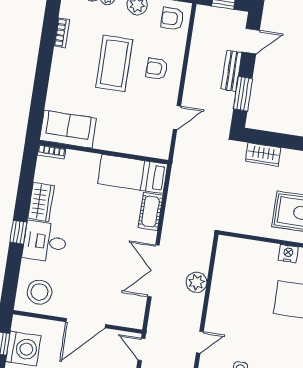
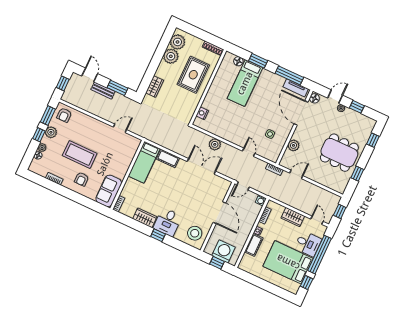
armchair: (157, 69) -> (82, 179), moved
door: (177, 118) -> (120, 128), hinge flipped
nightstand: (288, 254) -> (202, 113), moved
double door: (153, 271) -> (201, 166), swing flipped

